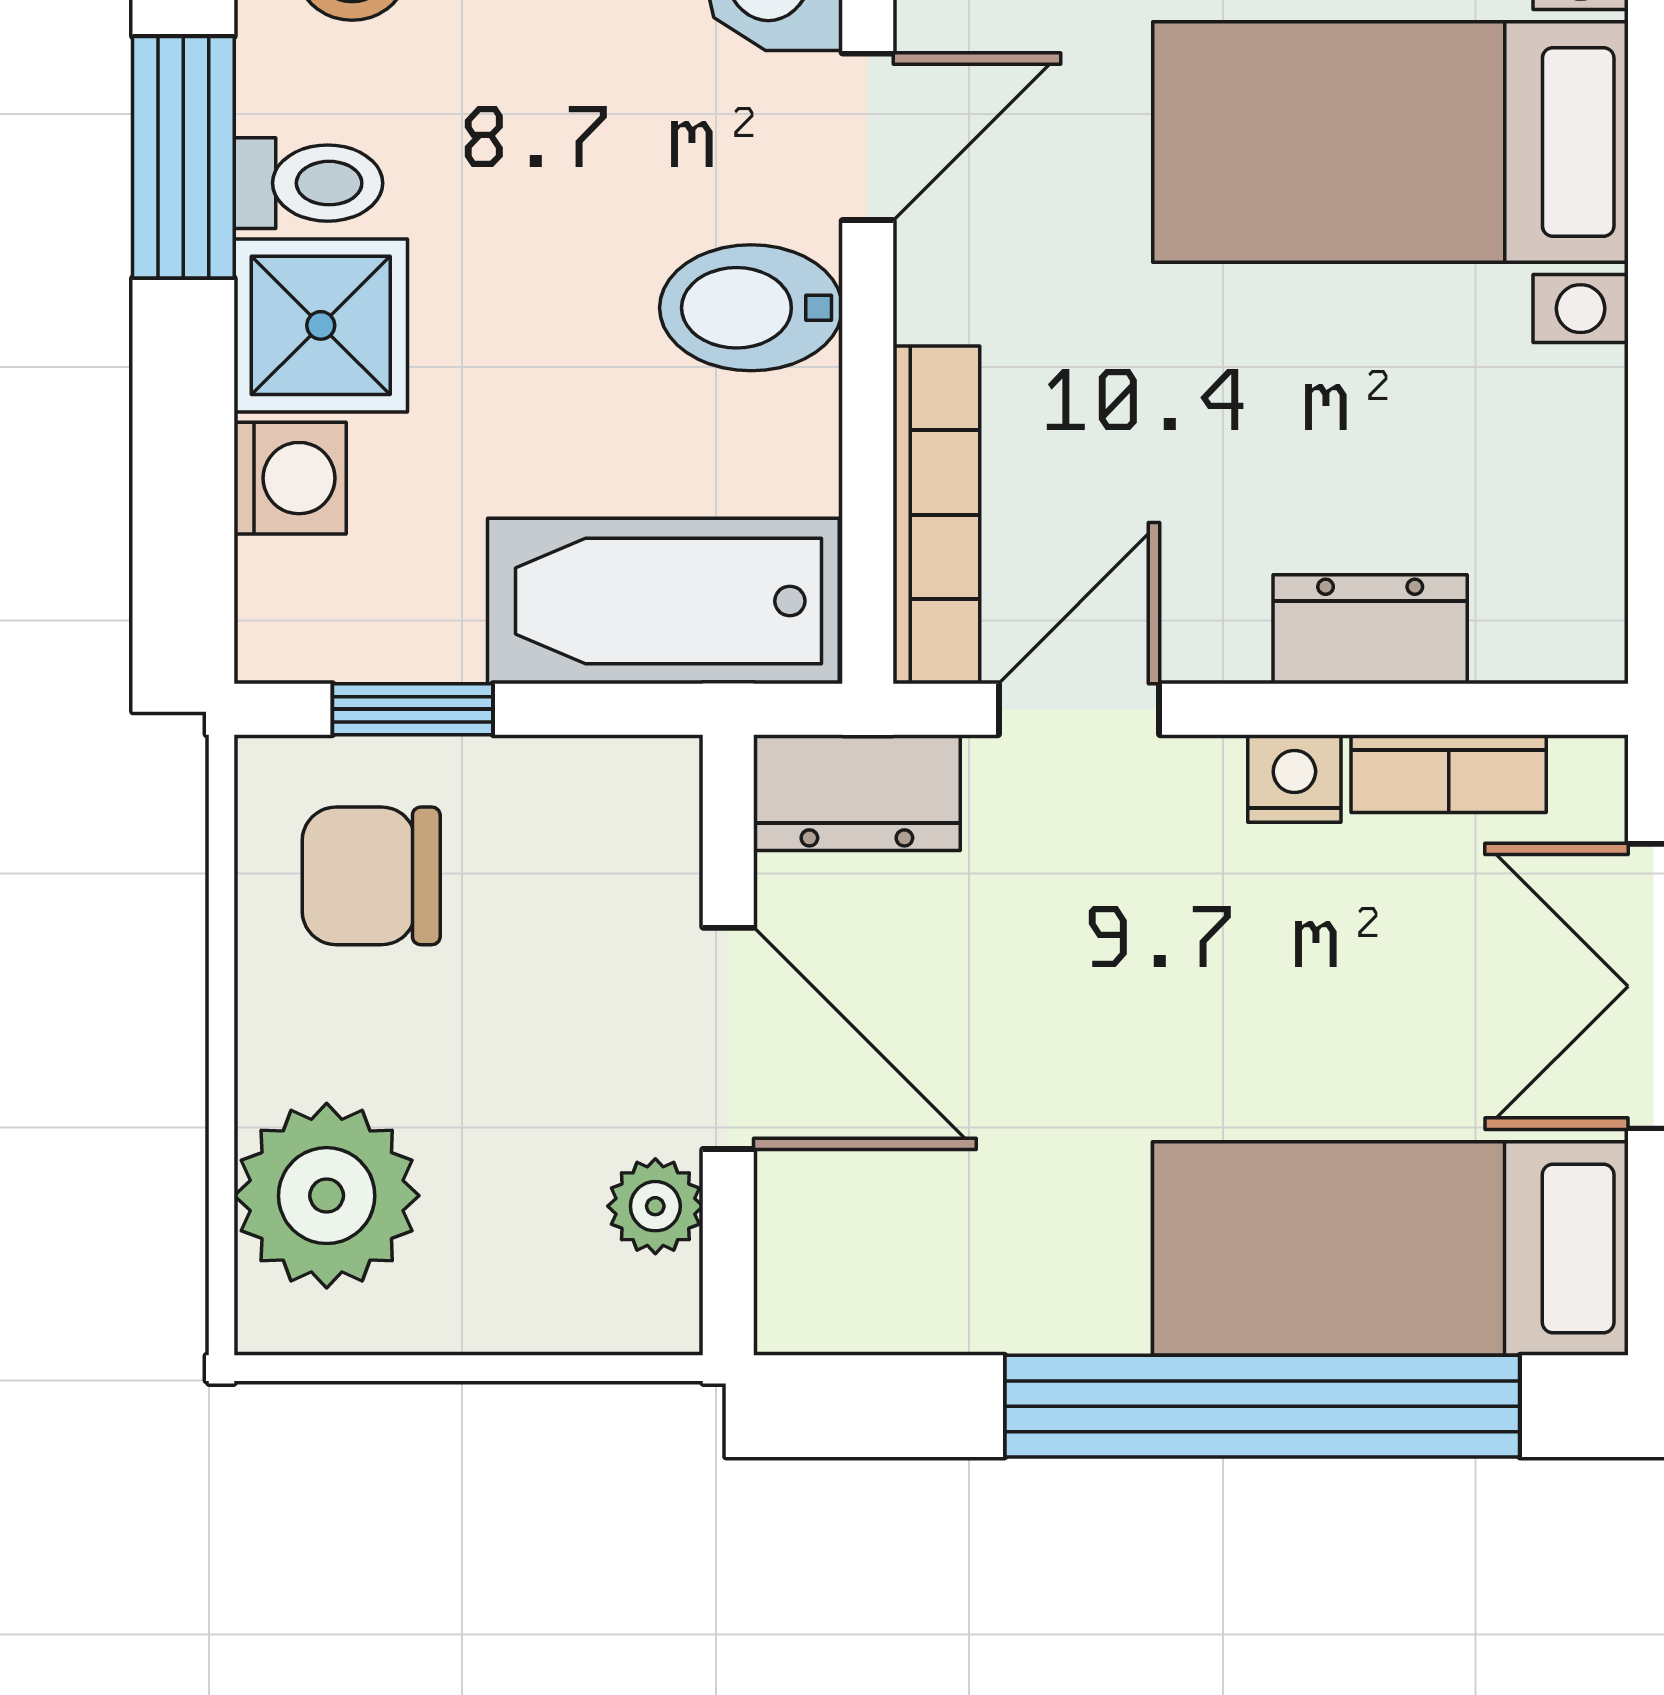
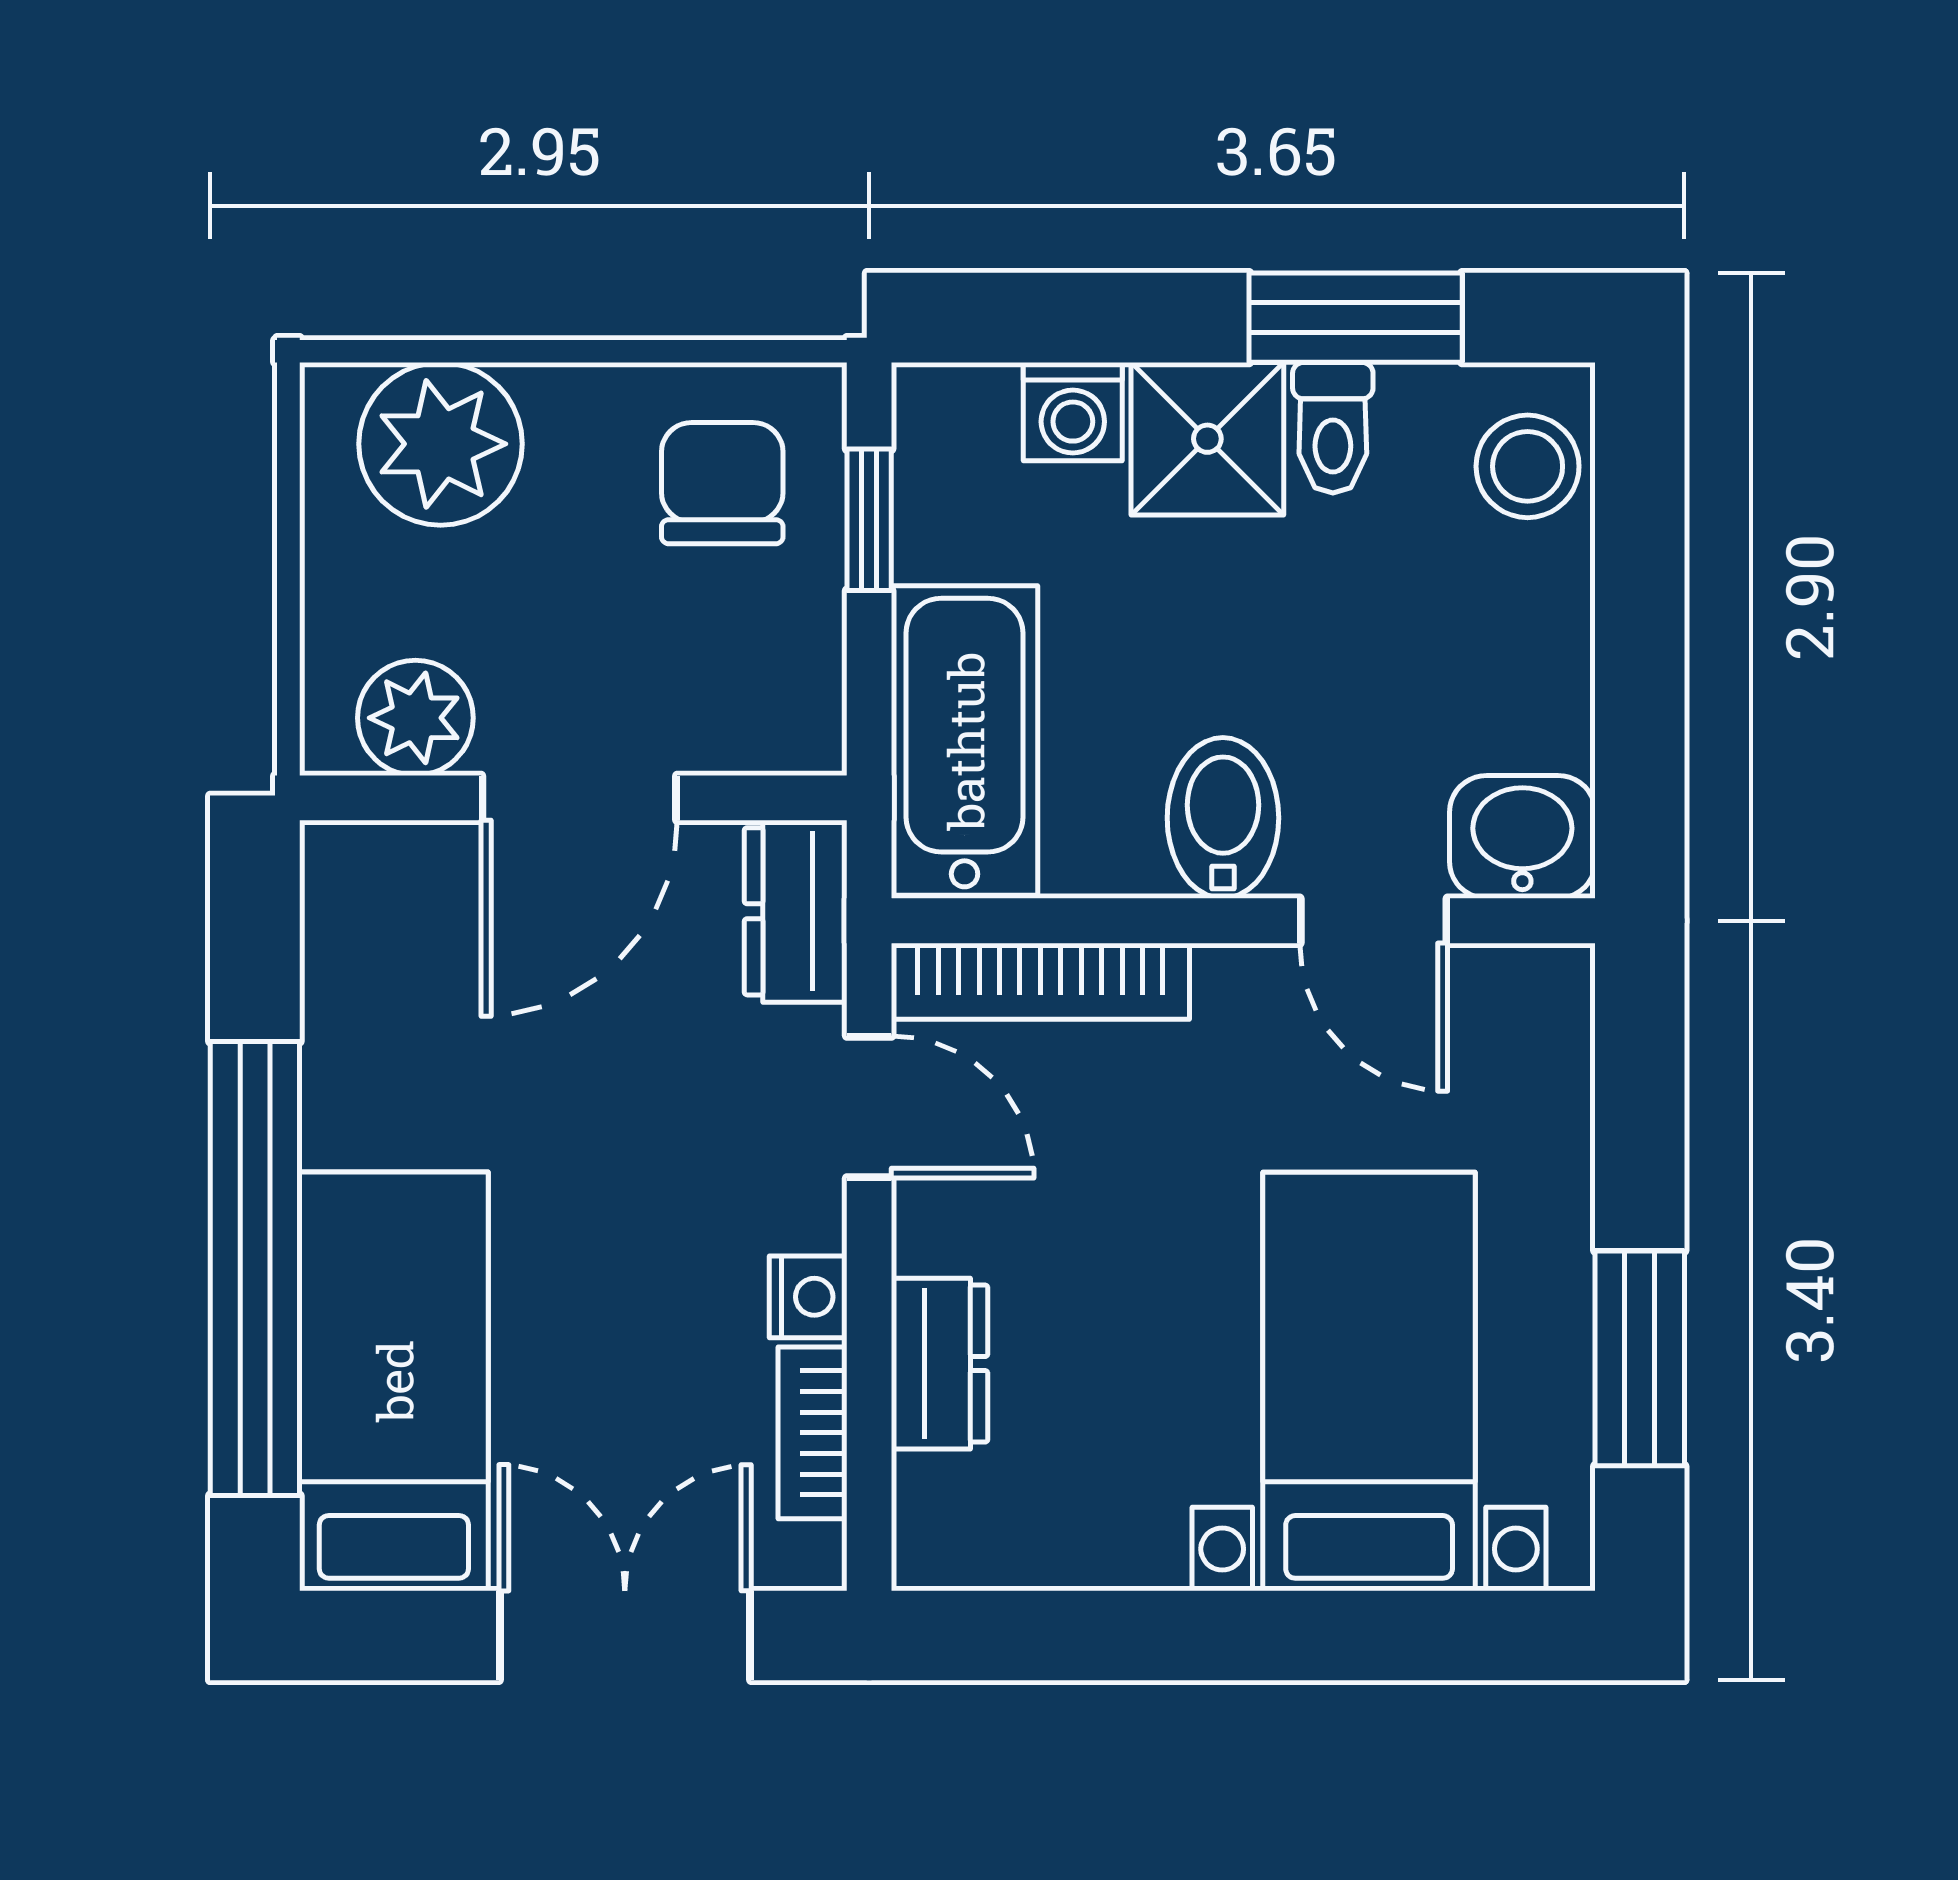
plant: (655, 1206) -> (415, 718), width x1.38, depth x1.38

